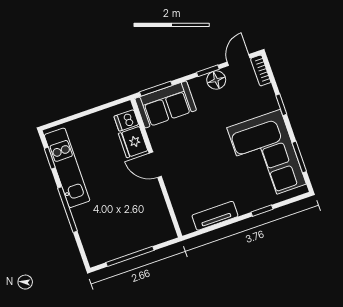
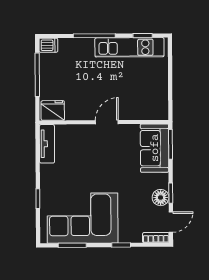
door: (239, 60) -> (171, 222), hinge flipped
dishwasher: (126, 120) -> (48, 45), moved, turned 90
fridge: (133, 142) -> (53, 110), moved
tv unit: (215, 216) -> (47, 144), moved

